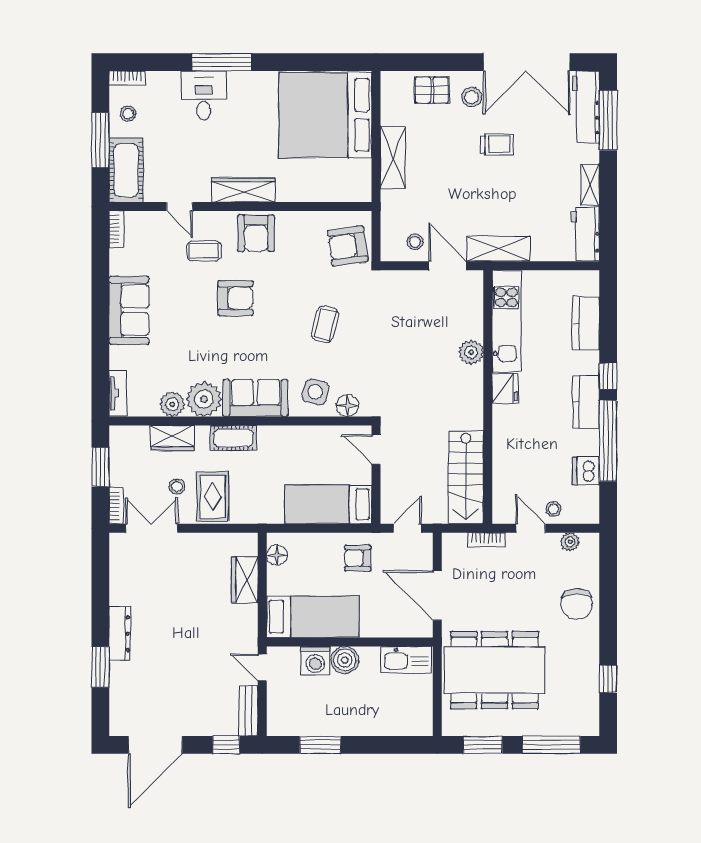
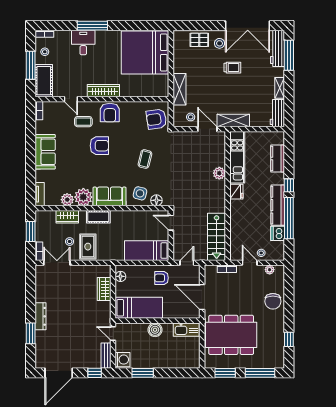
shelving: (393, 157) -> (179, 89), moved
kitchen counter: (586, 402) -> (278, 205), width x1.50
washing machine: (315, 661) -> (123, 360), moved, turned -90

